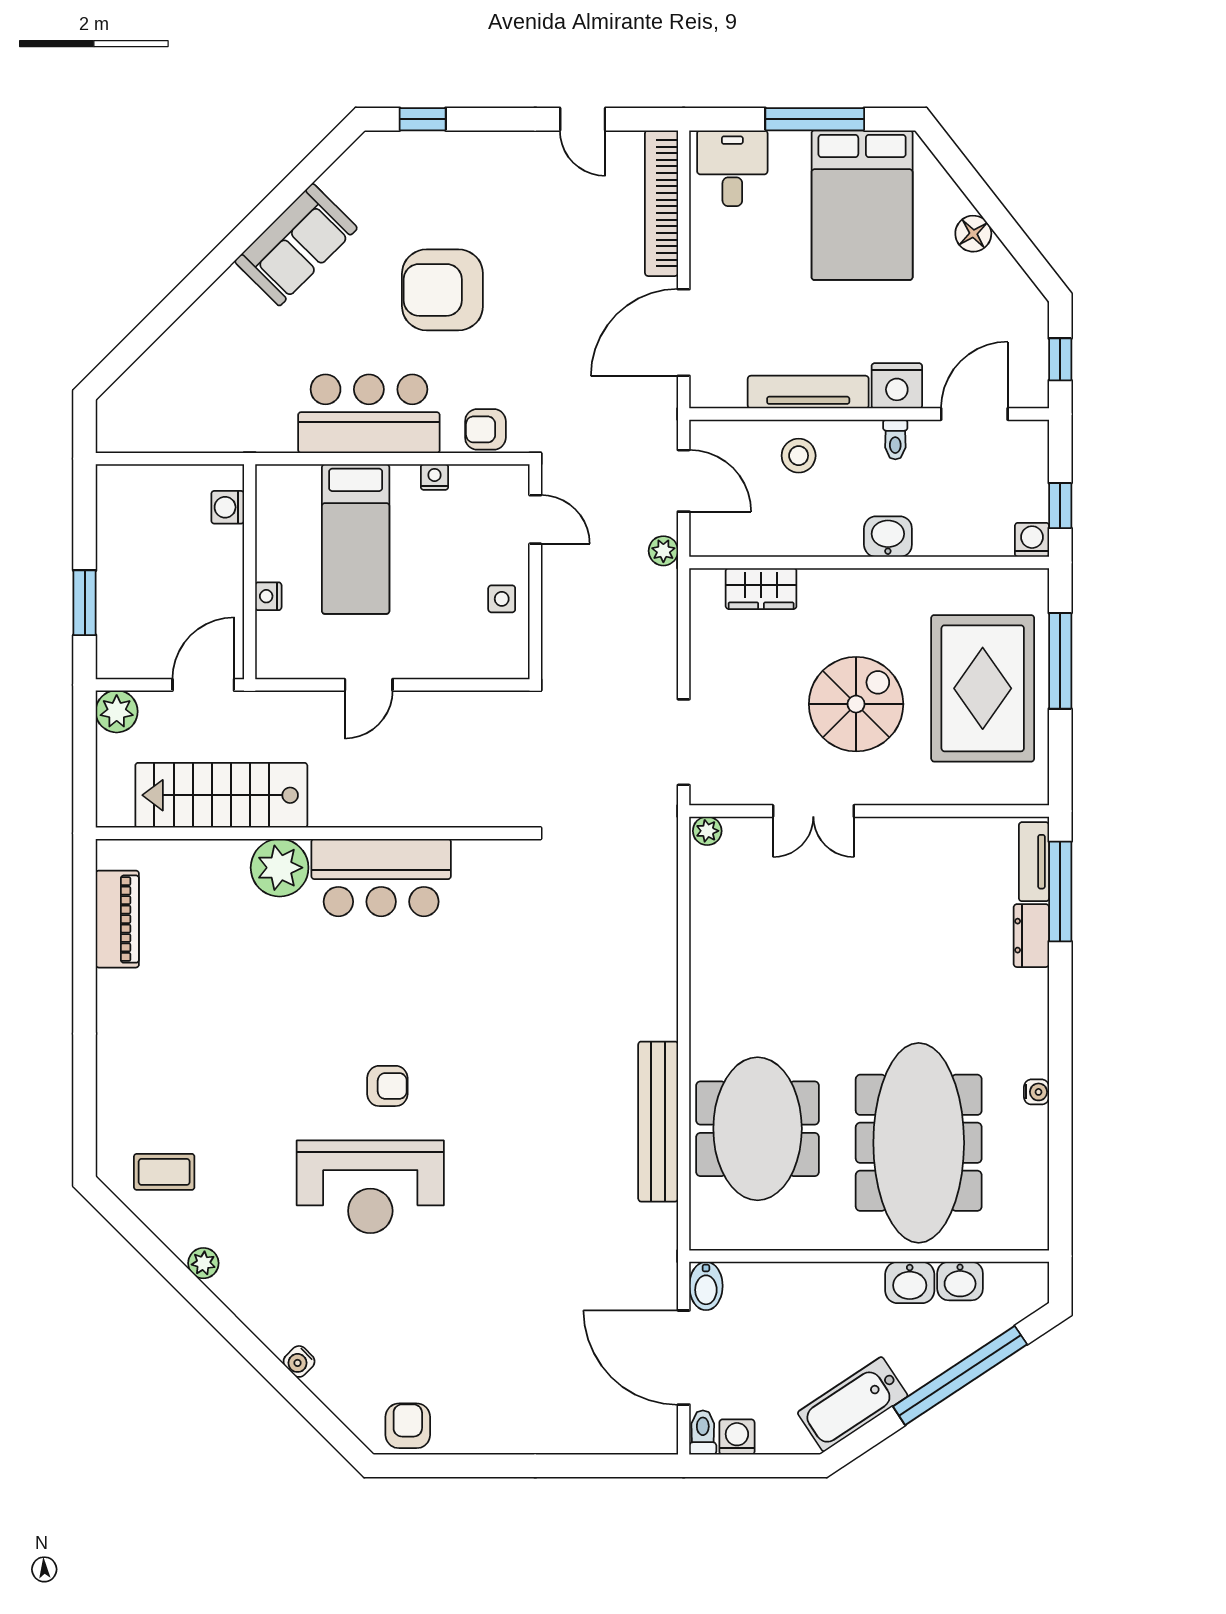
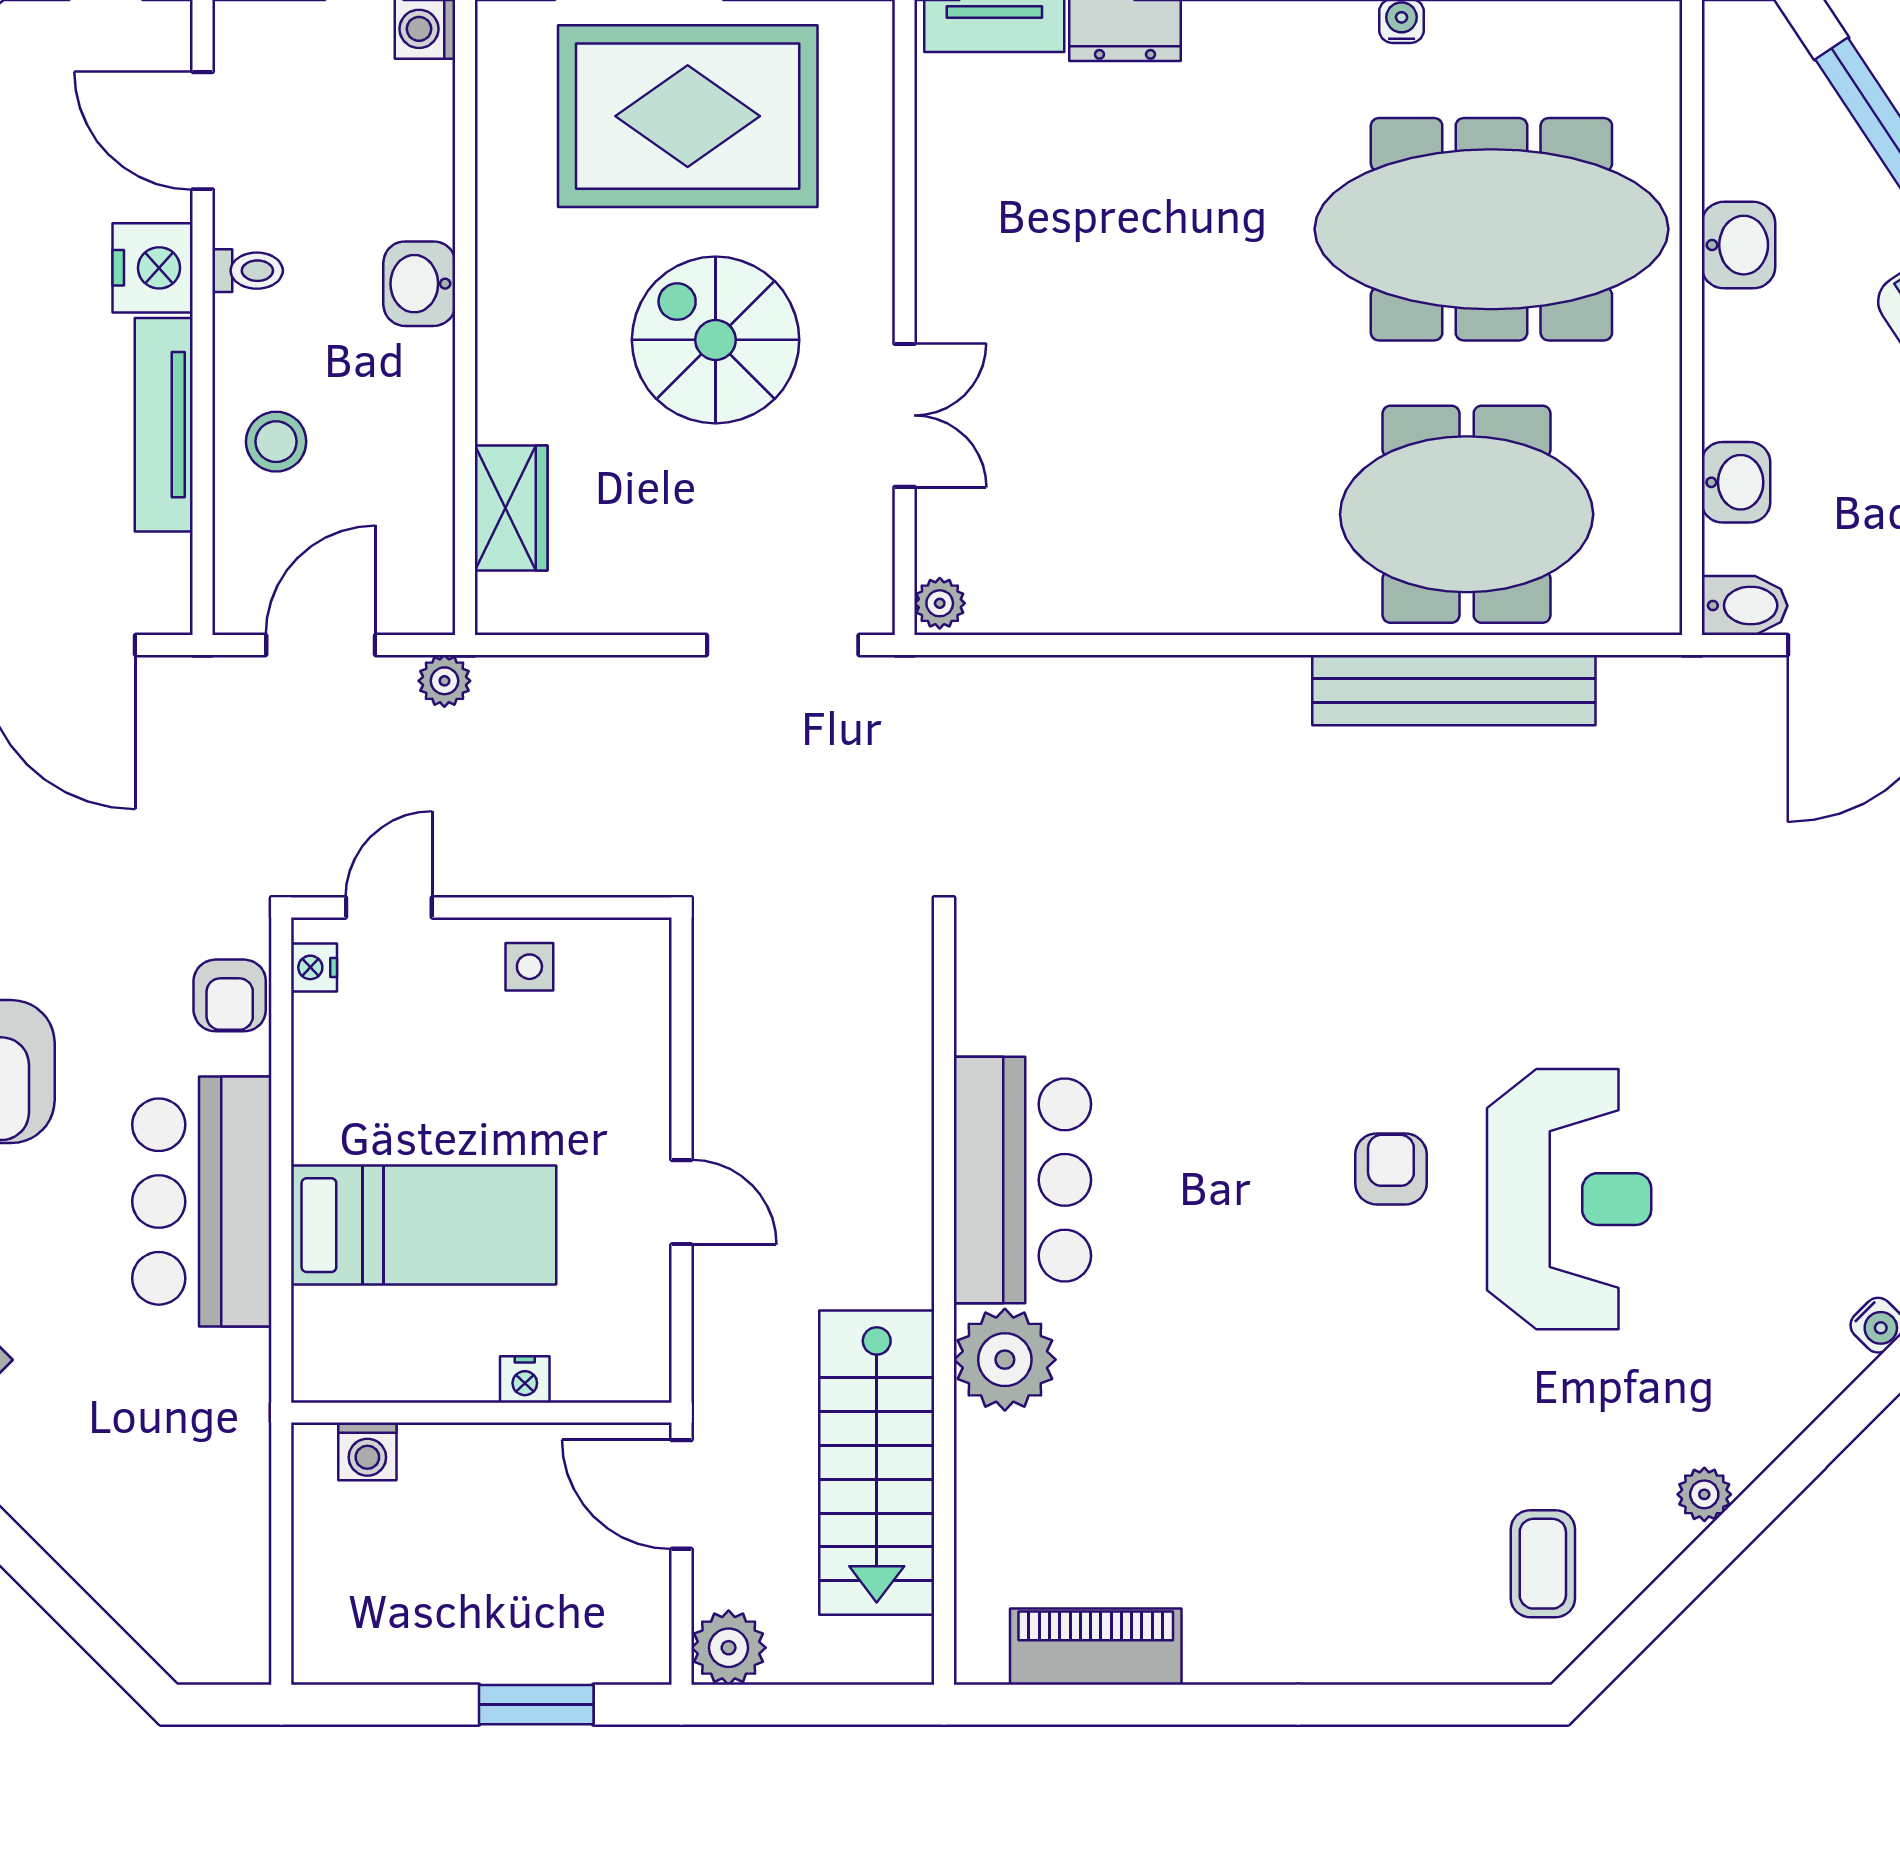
nightstand: (434, 477) -> (314, 967), moved
washbasin: (960, 1281) -> (1736, 482), moved

